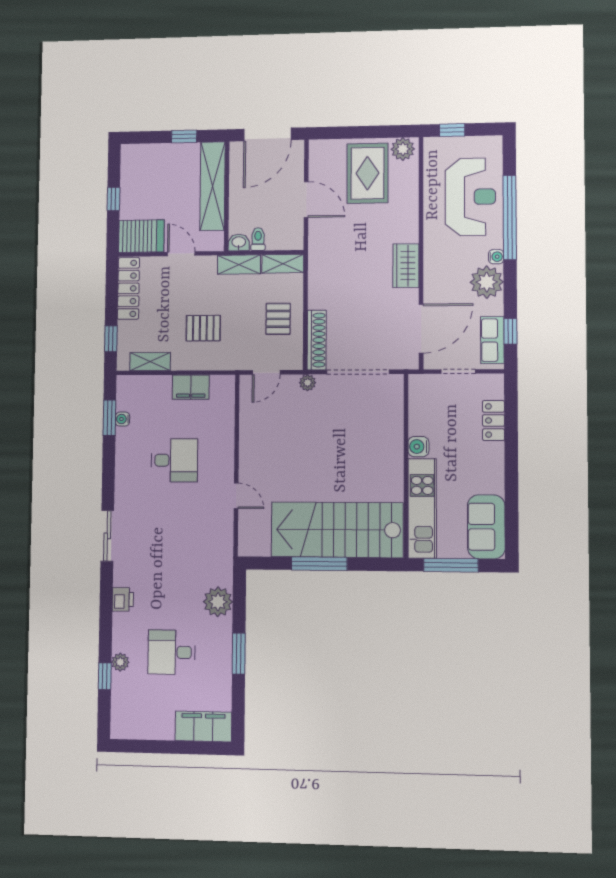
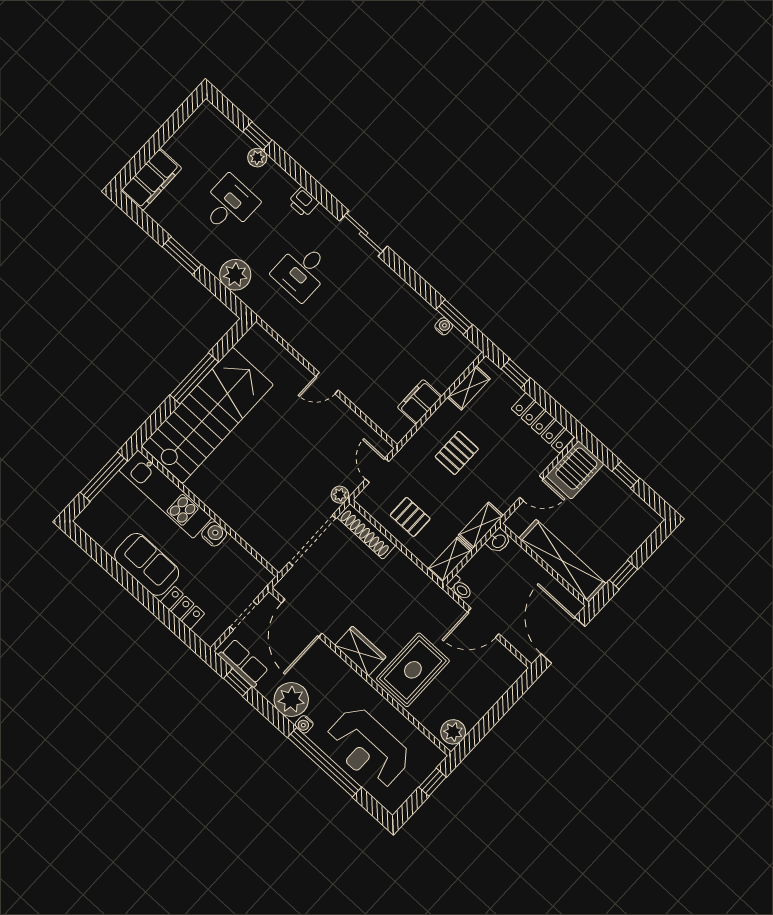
rug: (367, 173) -> (413, 670), moved, turned 90
toilet: (258, 239) -> (460, 588), moved
desk: (174, 460) -> (302, 271), moved
door: (236, 496) -> (327, 383), moved
sofa: (486, 527) -> (147, 564), moved

